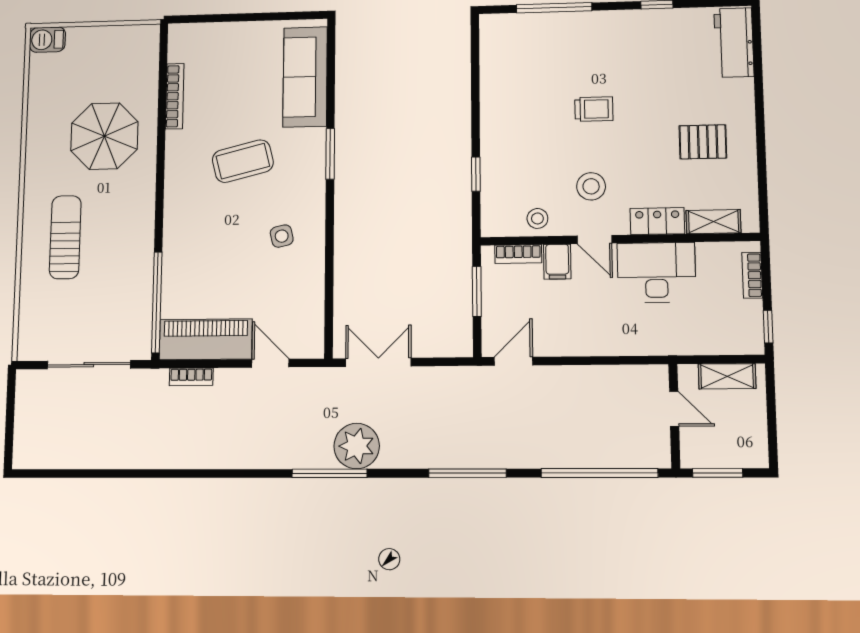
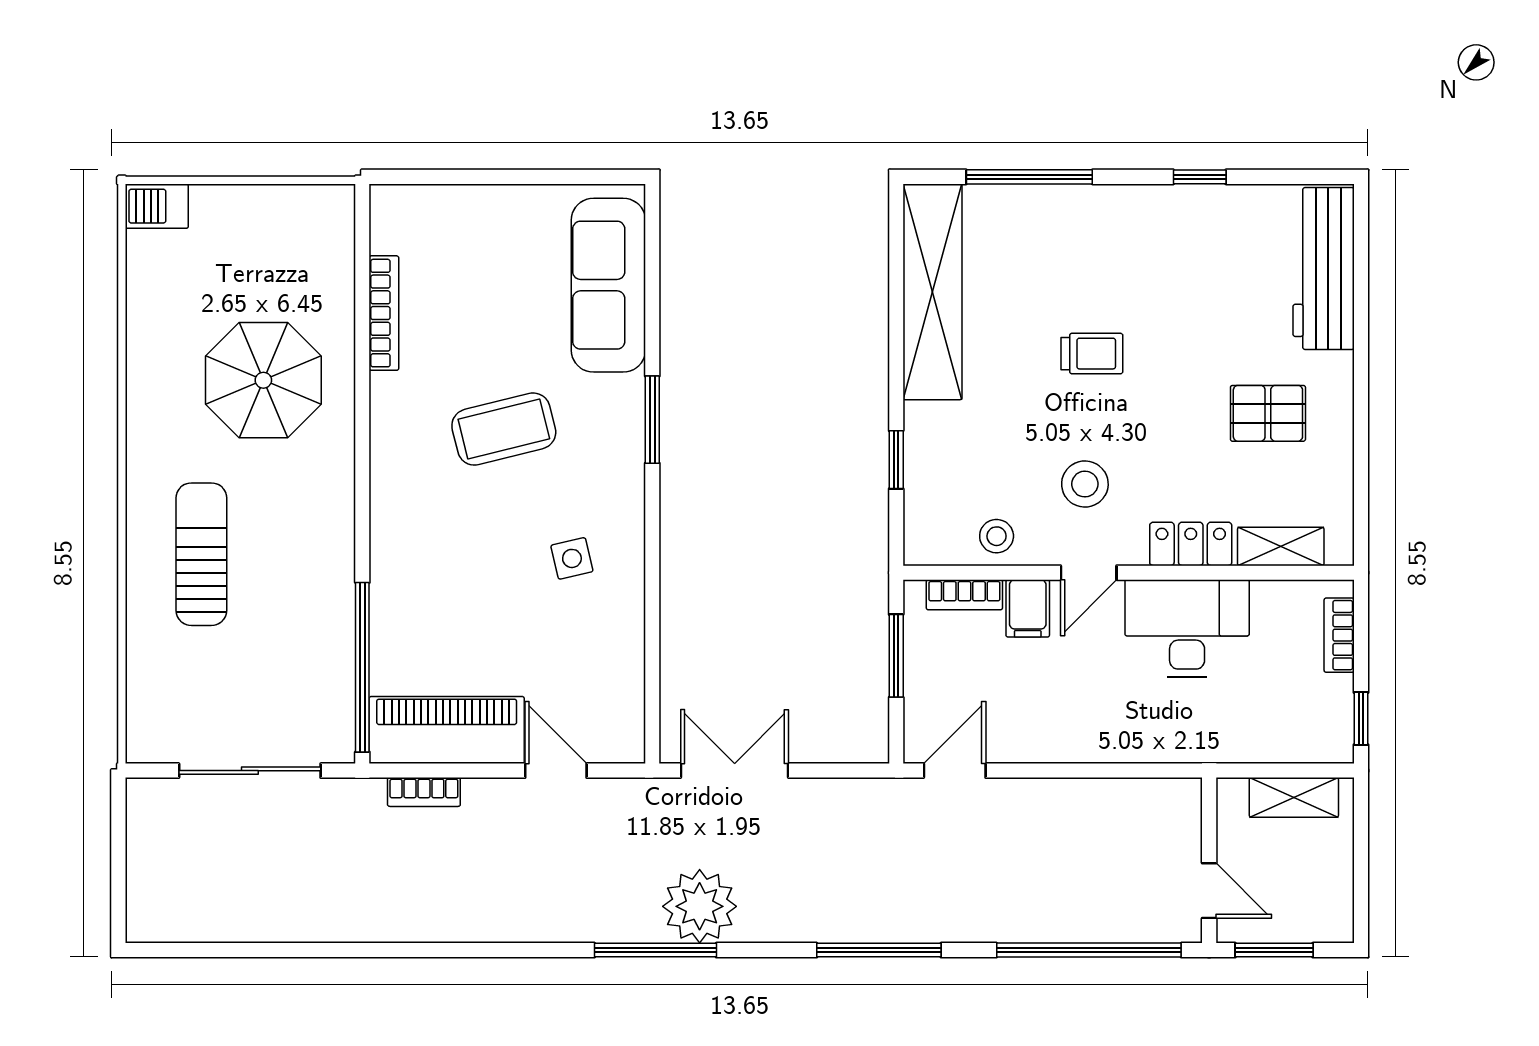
workbench: (734, 43) -> (1324, 268), width x1.38
shelving: (497, 76) -> (933, 292), added
door: (594, 239) -> (1089, 573), hinge flipped
door: (674, 409) -> (1209, 891), moved

